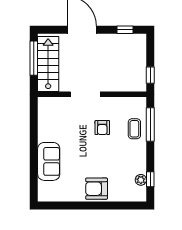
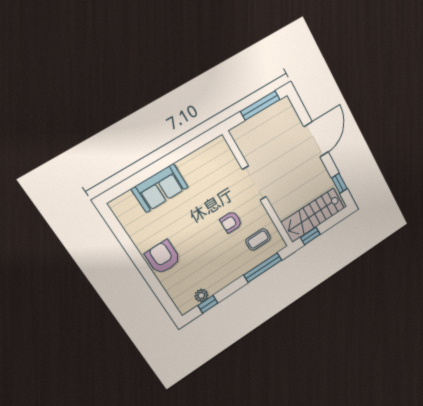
stairs: (48, 64) -> (313, 215), moved, turned 180
coffee table: (134, 129) -> (258, 240), moved

